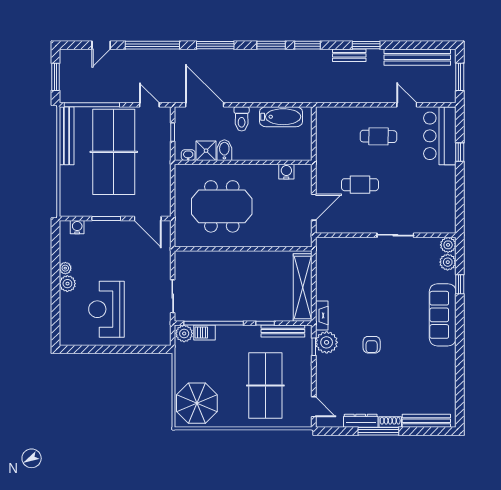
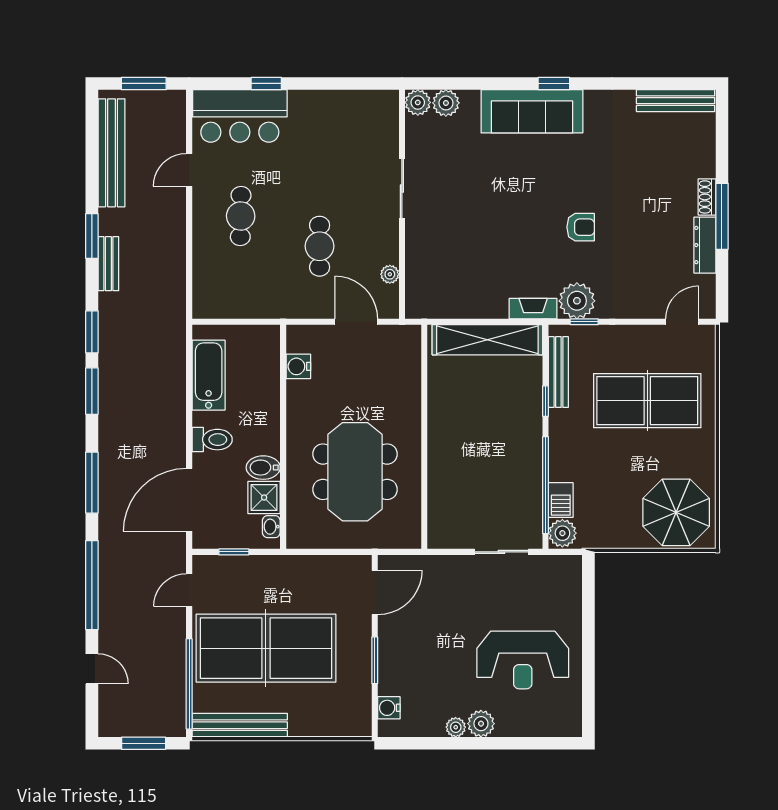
plant: (343, 228) -> (390, 274), added
window: (460, 284) -> (554, 83), moved
bench: (426, 421) -> (676, 101), moved, turned 90

